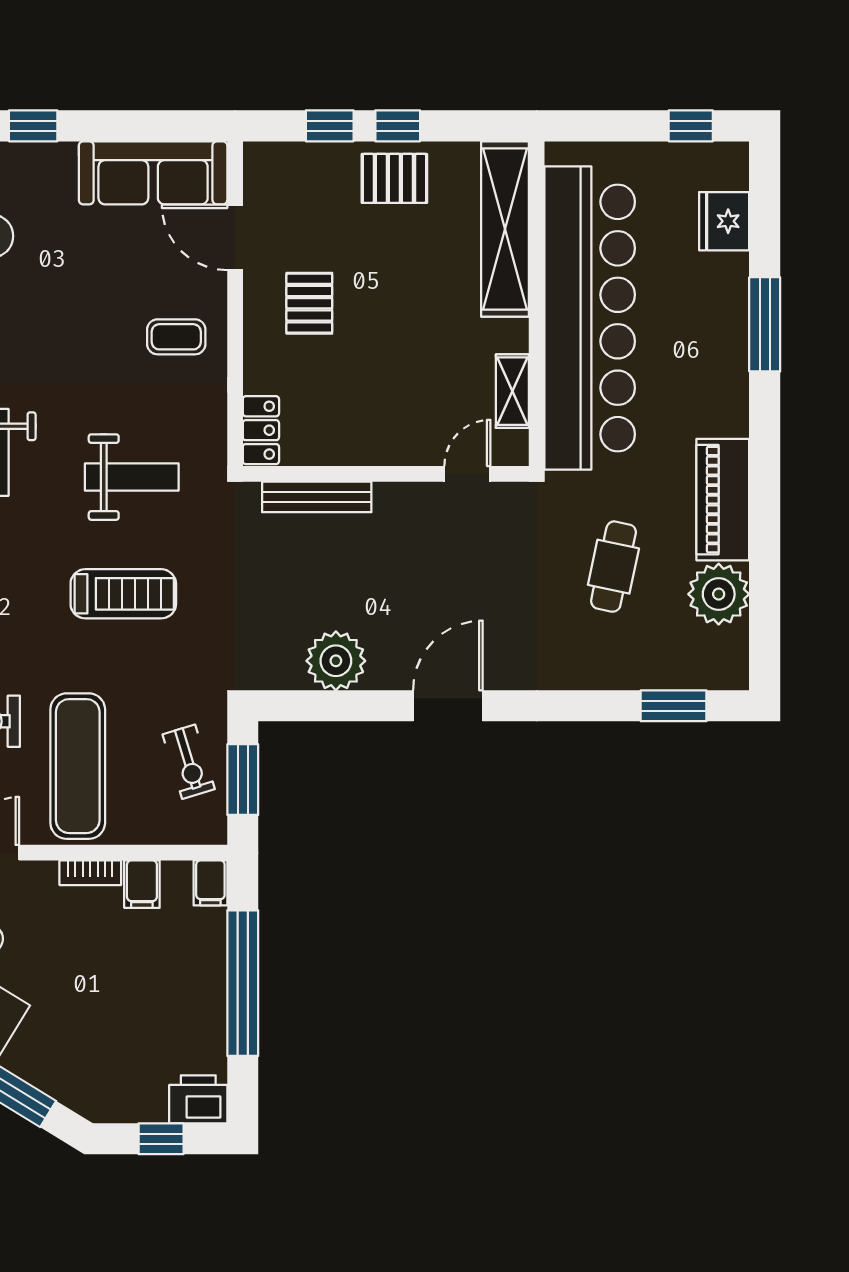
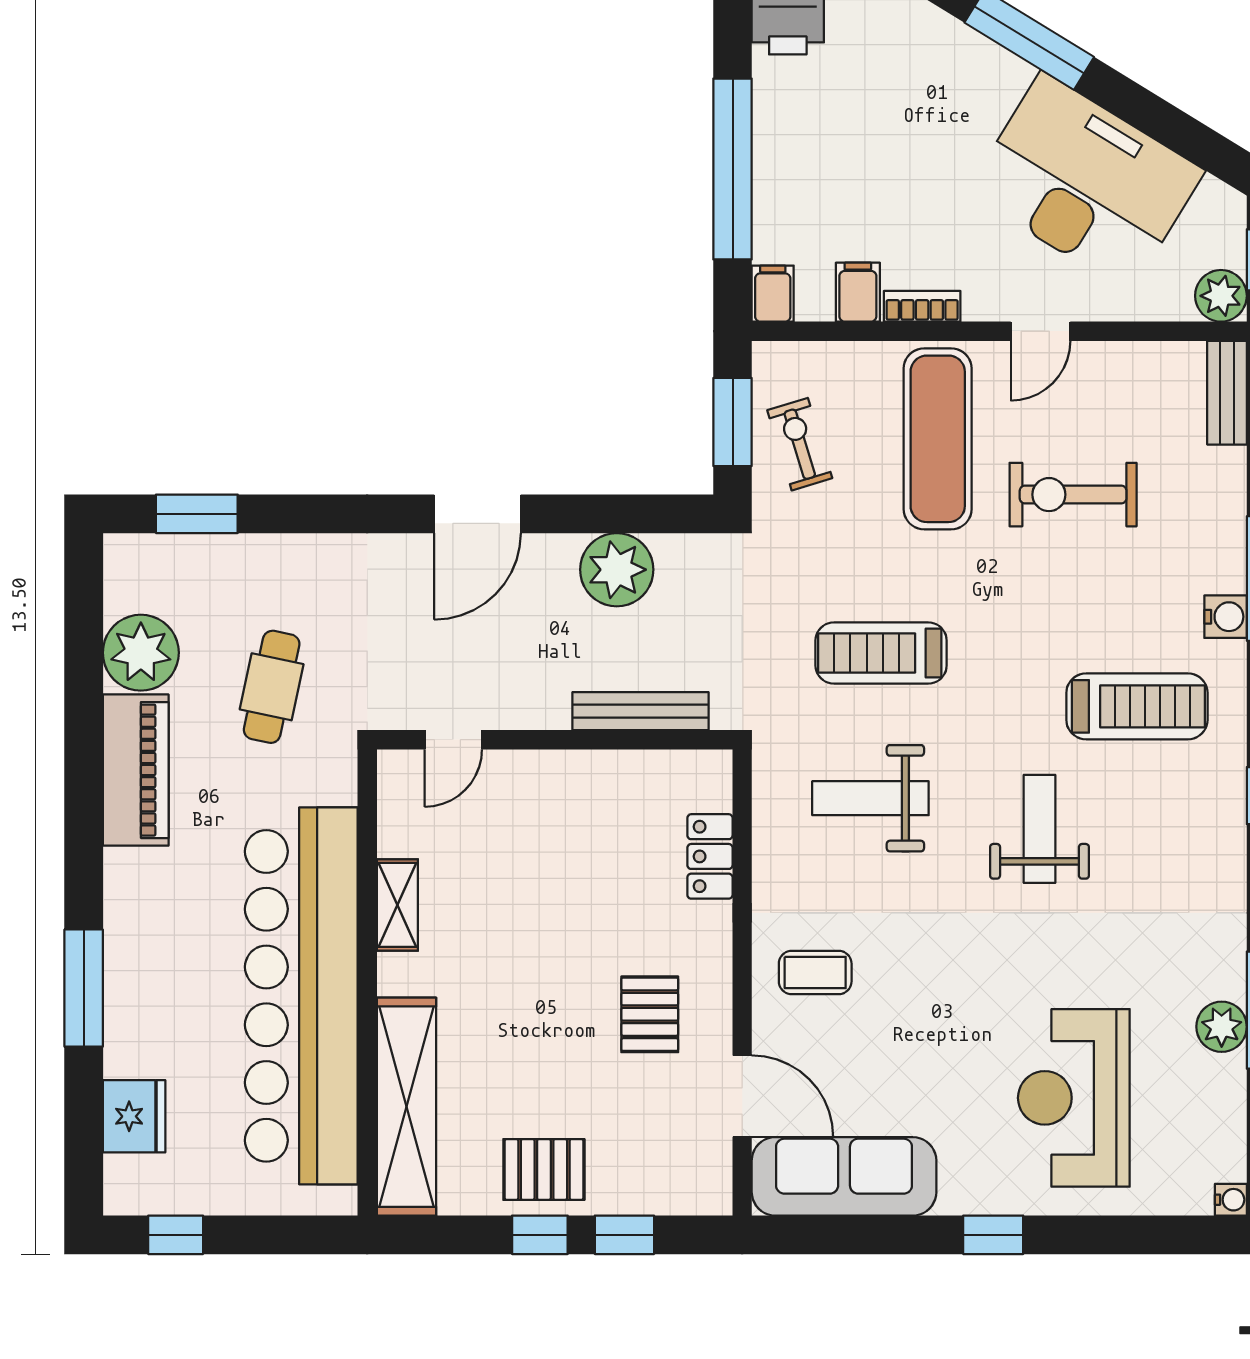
wall: (386, 474) -> (555, 740), moved
door: (467, 474) -> (453, 740), moved
bench: (317, 497) -> (640, 711), moved

